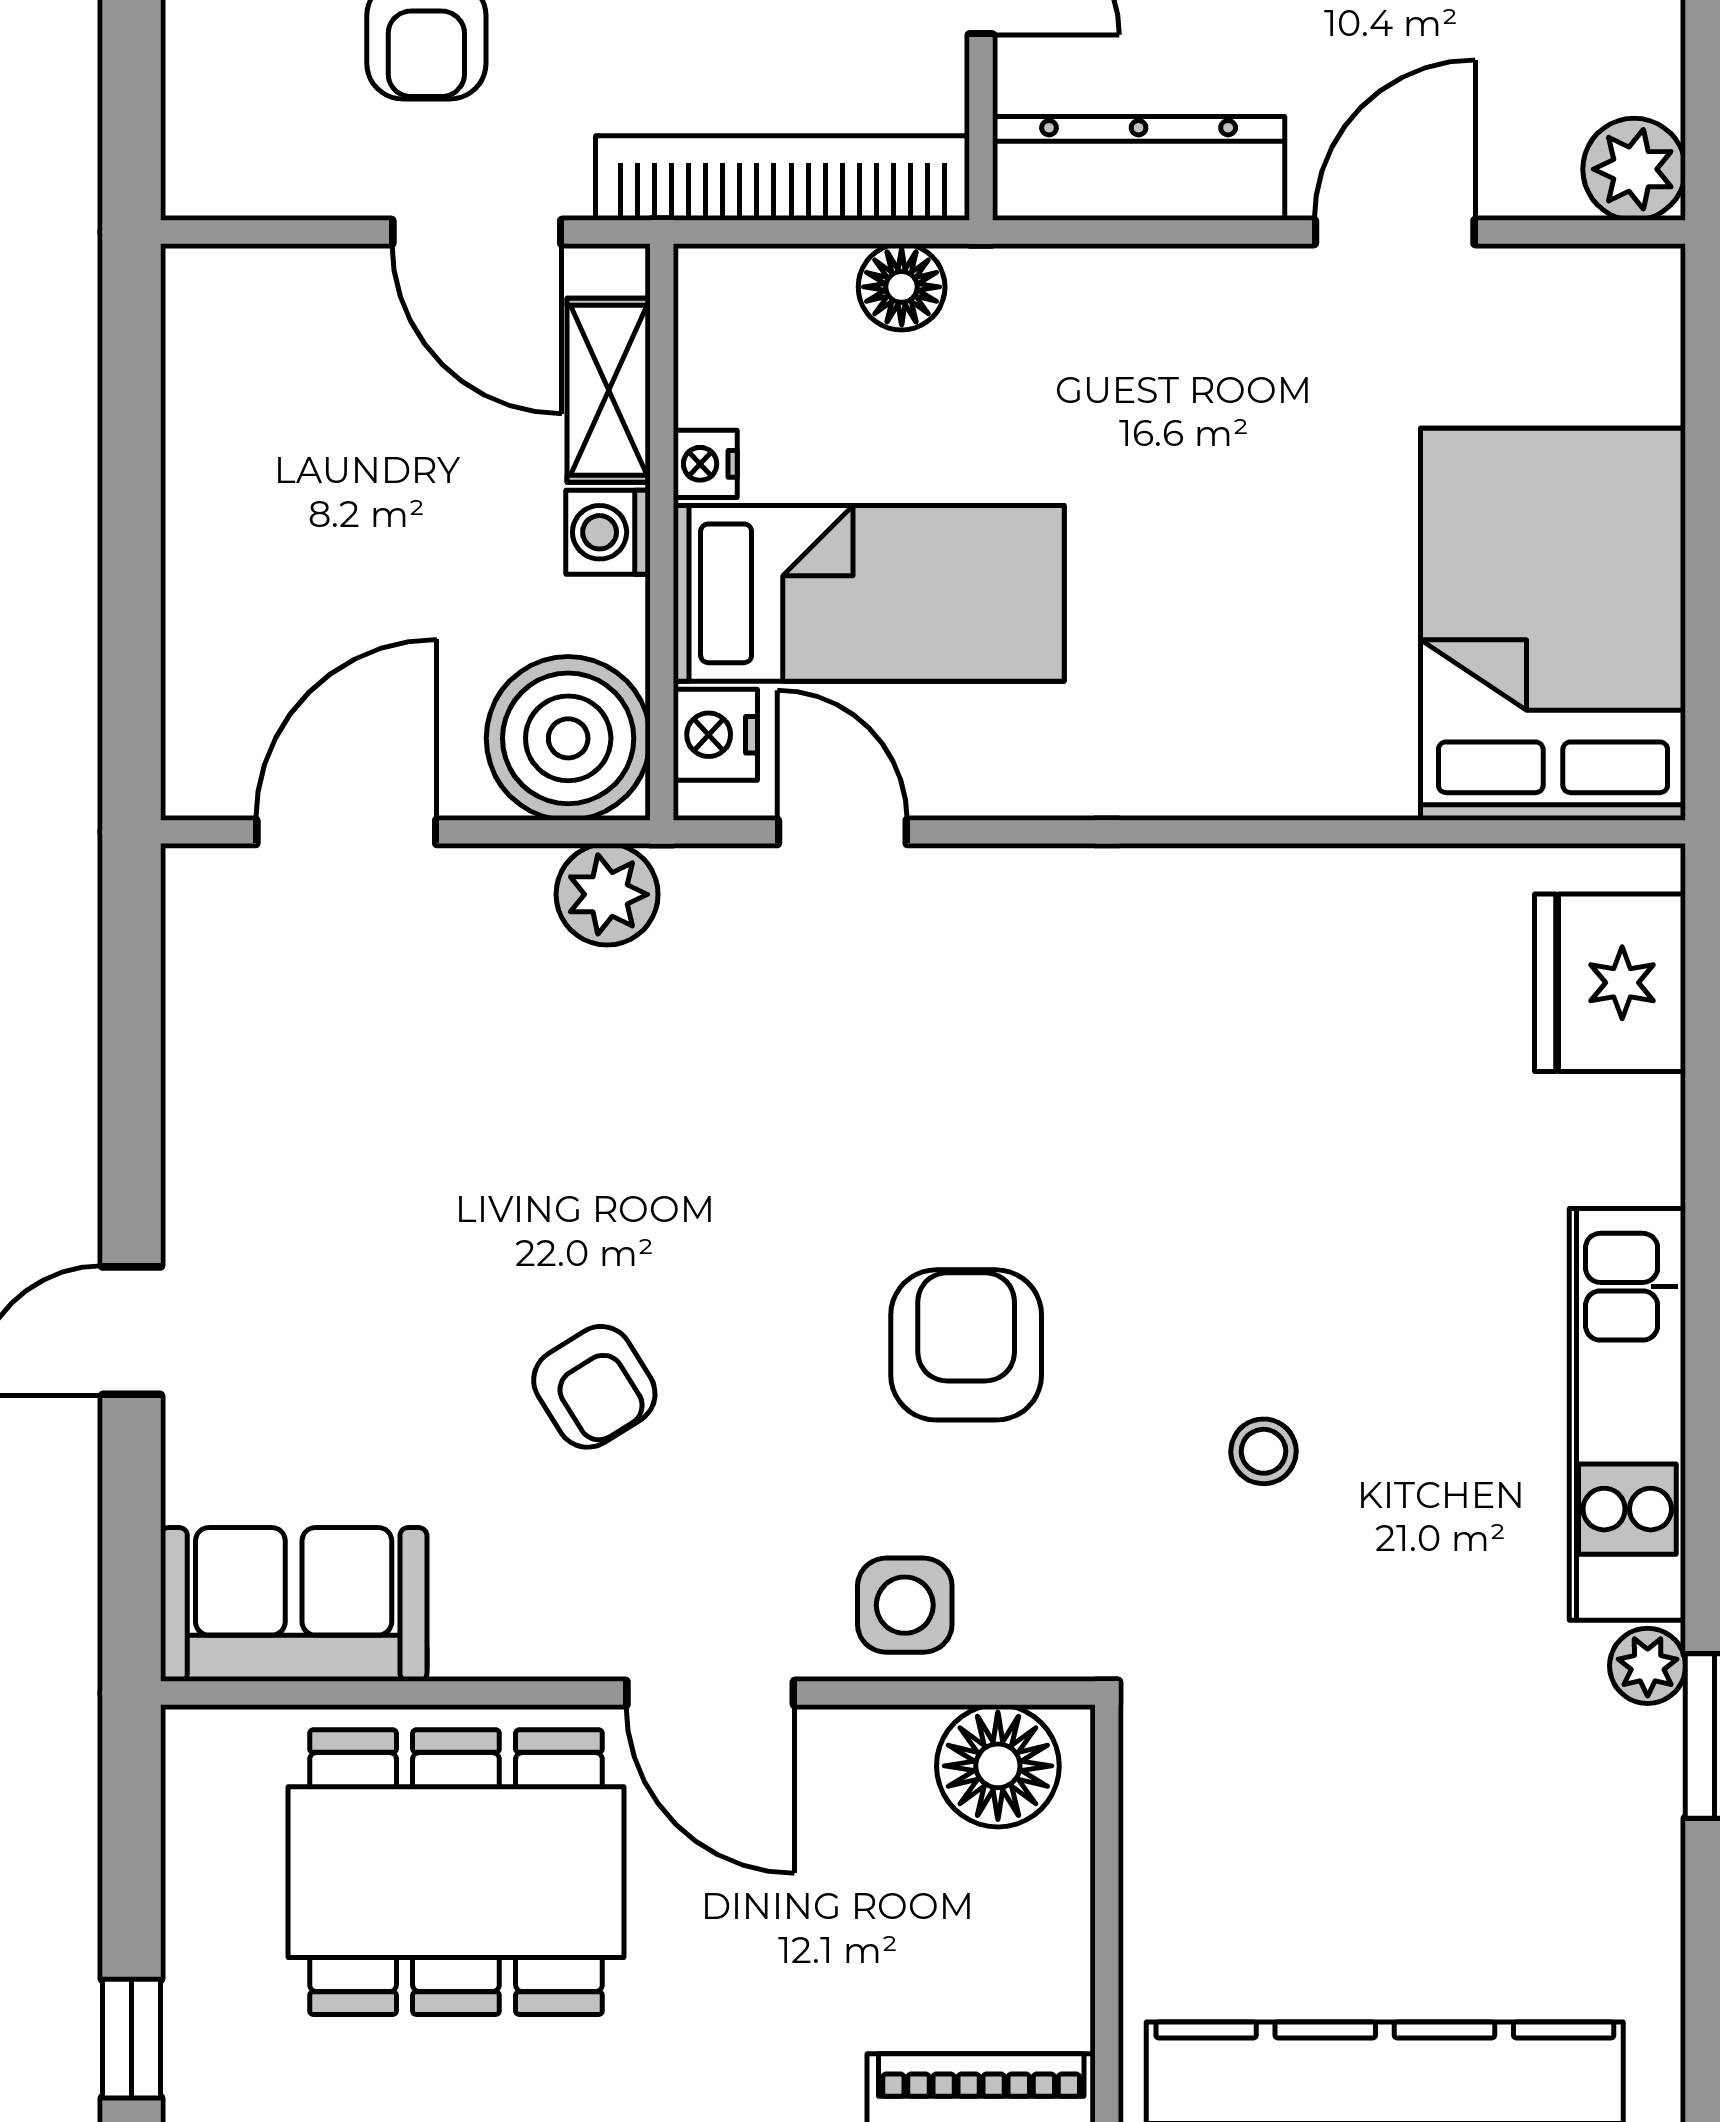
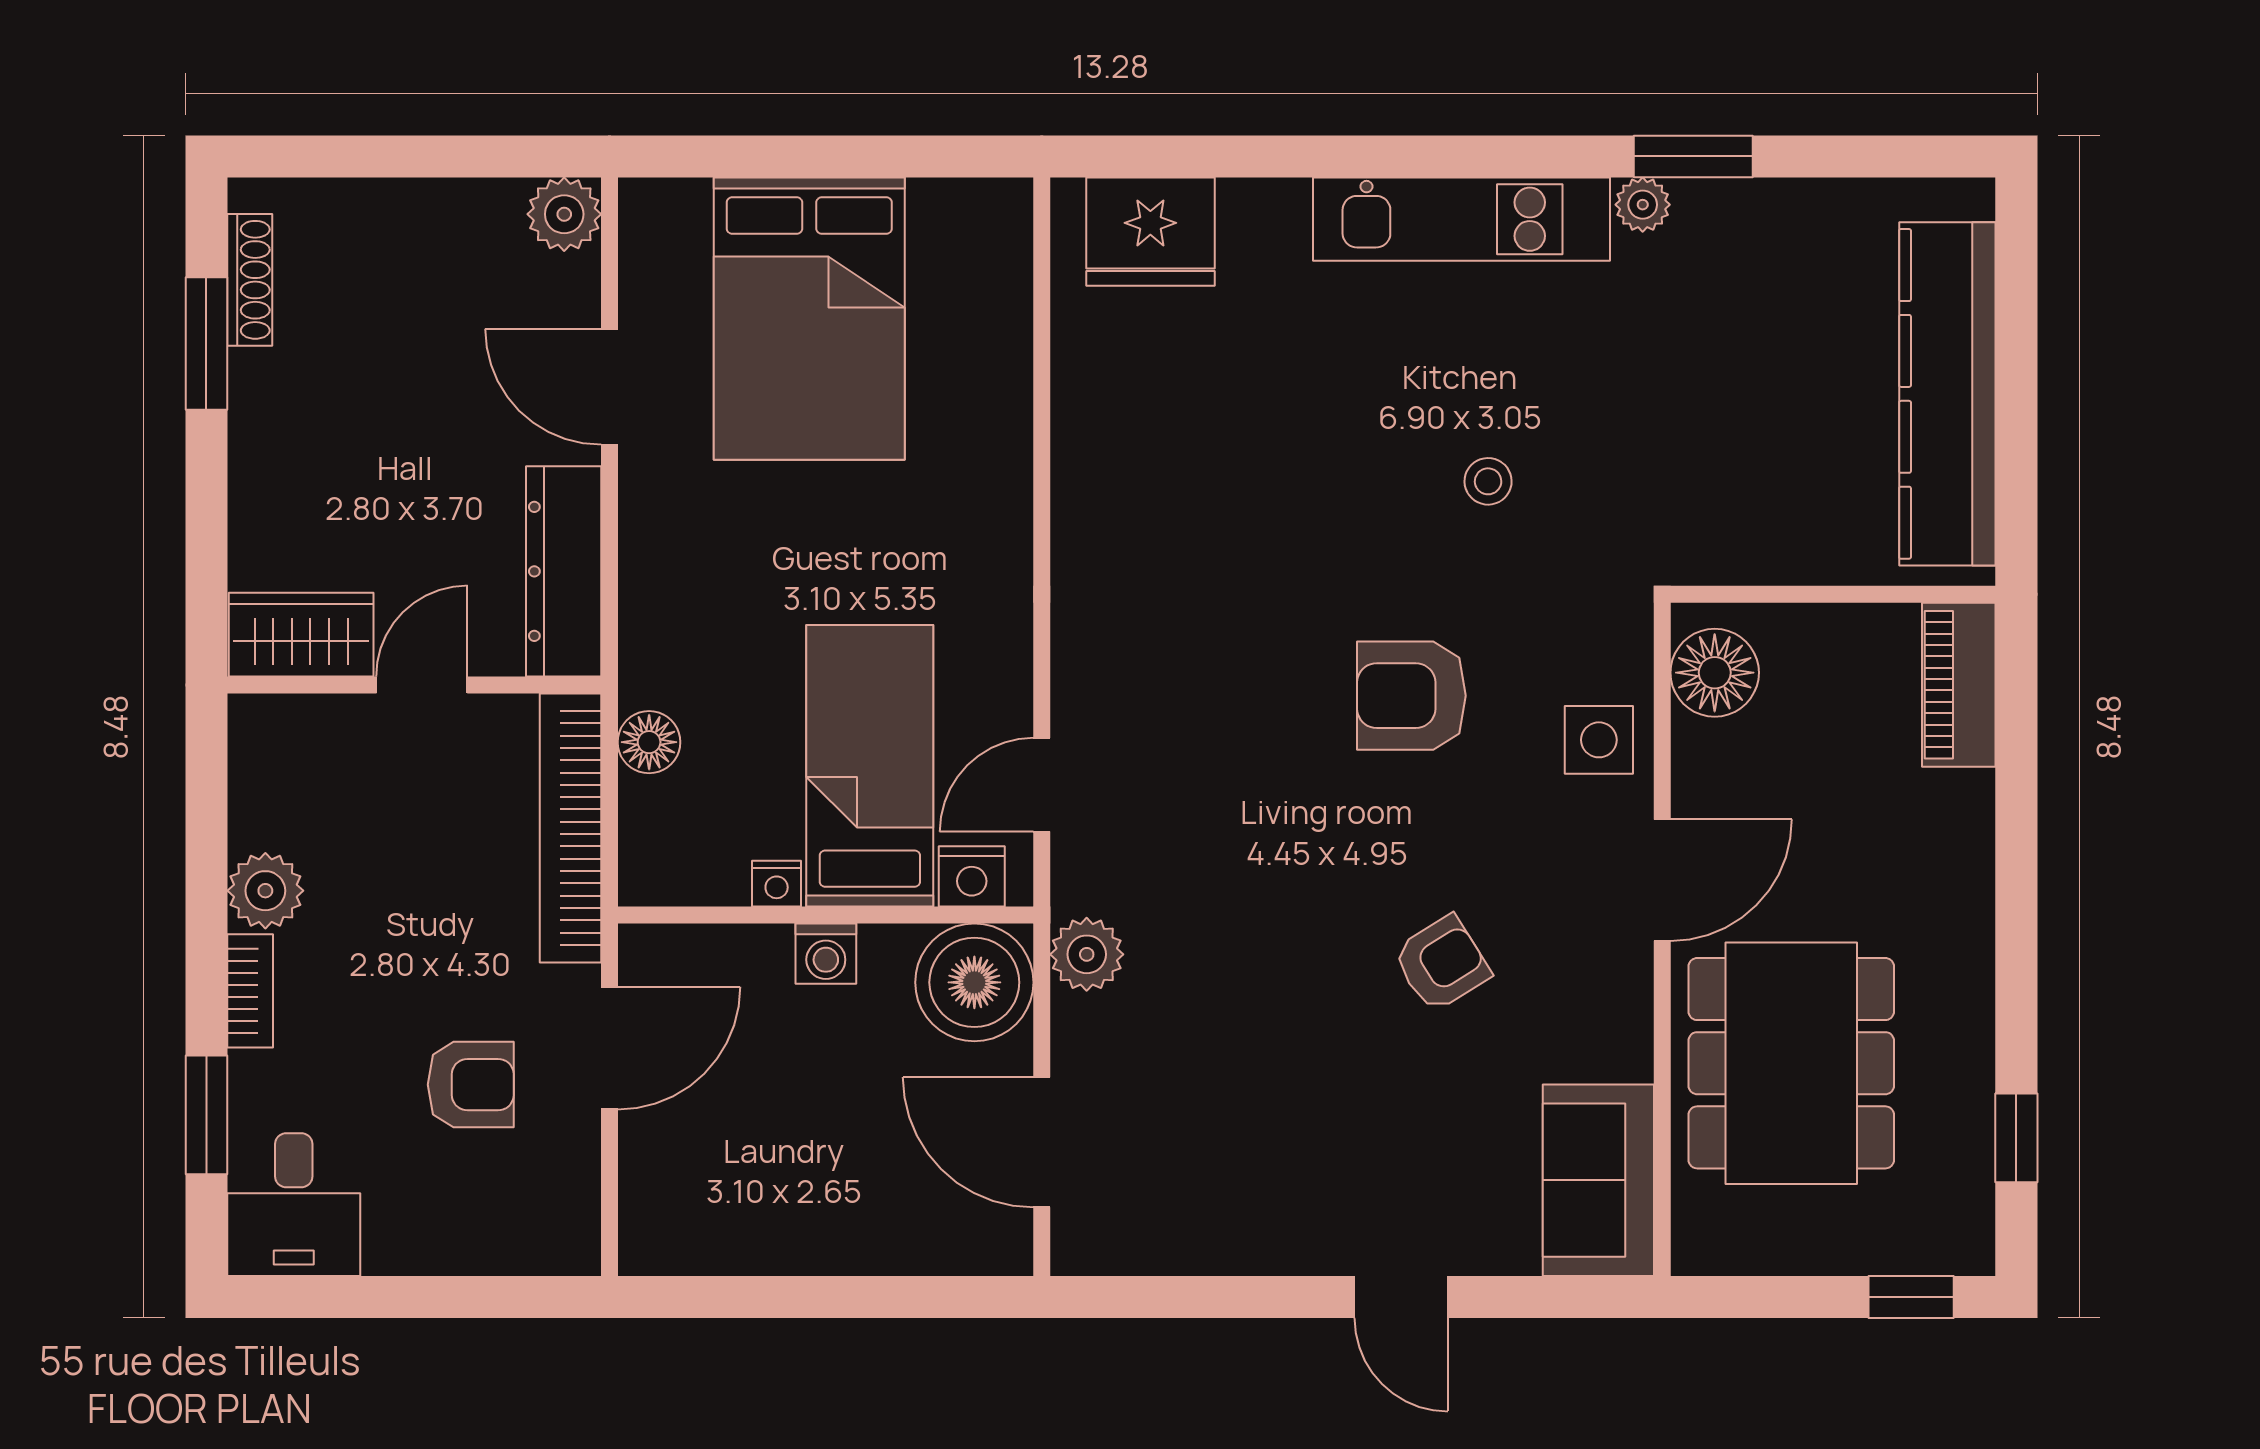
shelving: (609, 390) -> (724, 953), removed
bed: (1553, 624) -> (809, 319), moved, turned -90

